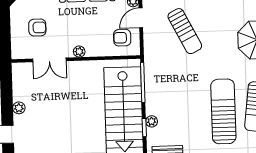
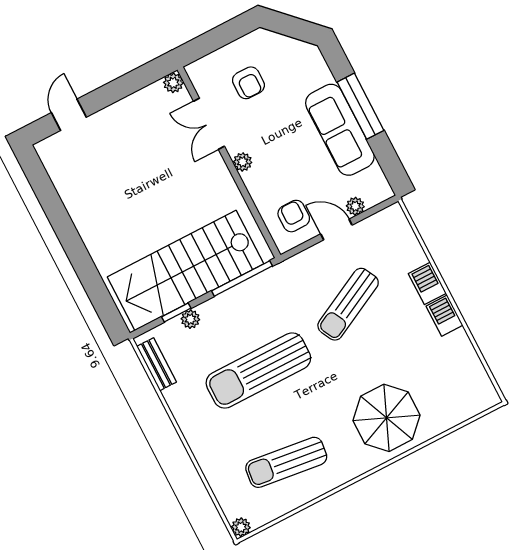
plant: (19, 108) -> (173, 83), moved
sun lounger: (223, 111) -> (258, 371), moved, turned 180

